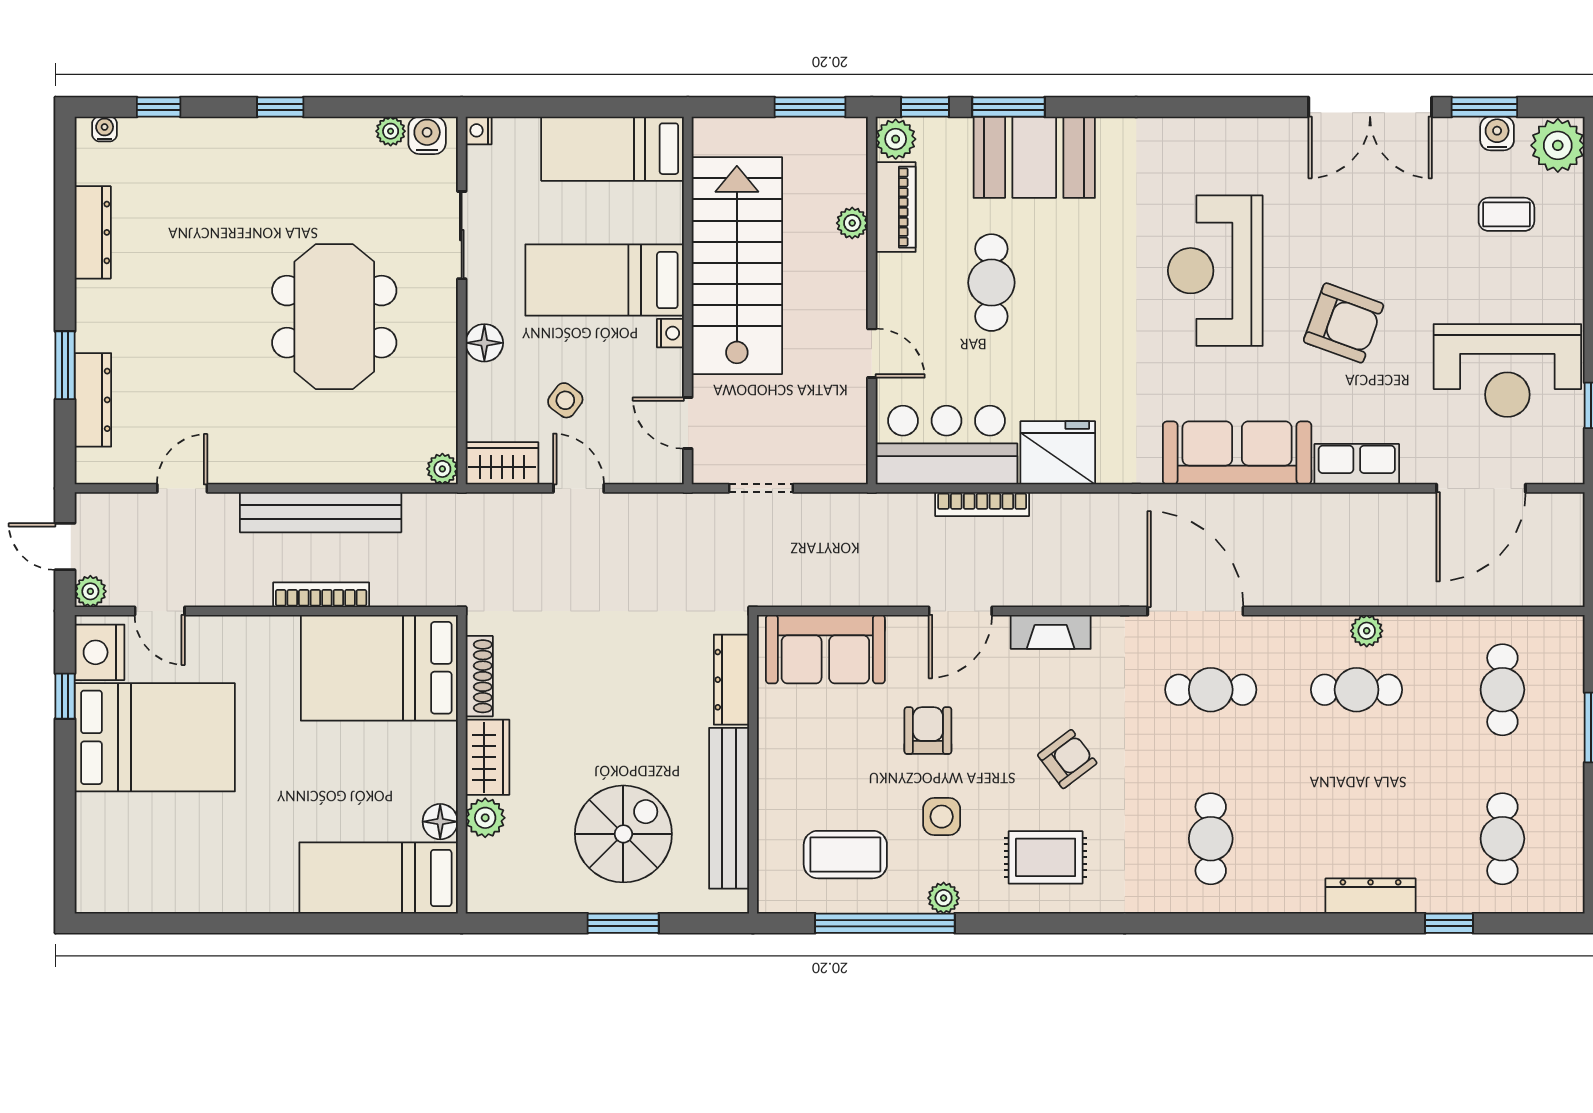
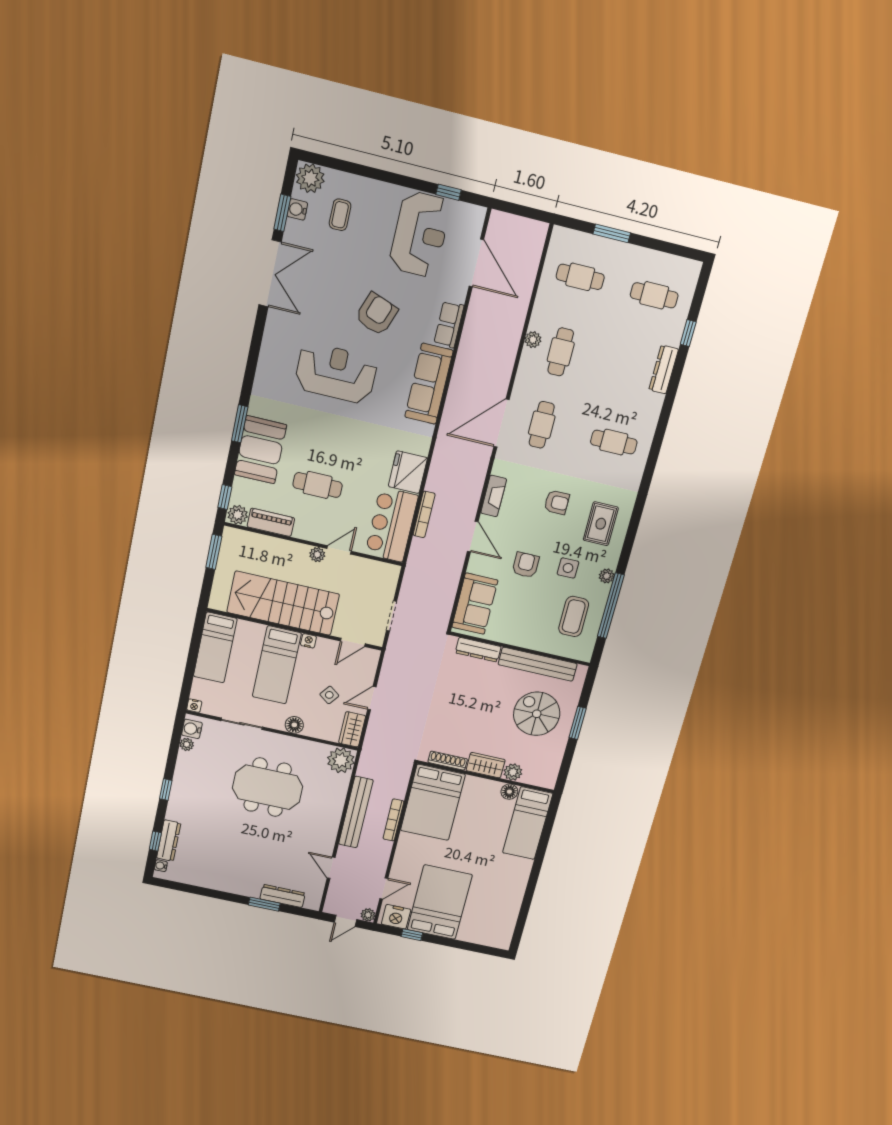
window: (1008, 107) -> (240, 424), moved
plant: (852, 223) -> (317, 555), moved
dresser: (93, 232) -> (169, 841), moved, turned 90
reception desk: (1215, 271) -> (336, 373), turned 180
plant: (442, 469) -> (341, 760), width x1.88, depth x1.88
armchair: (928, 731) -> (526, 565), turned 90
armchair: (1067, 759) -> (557, 502), turned 127

